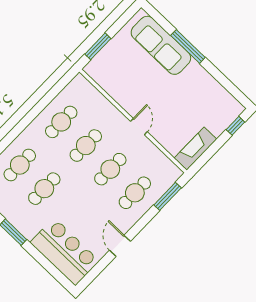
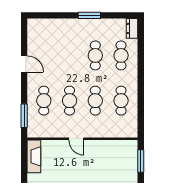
bar counter: (65, 252) -> (51, 32), removed

